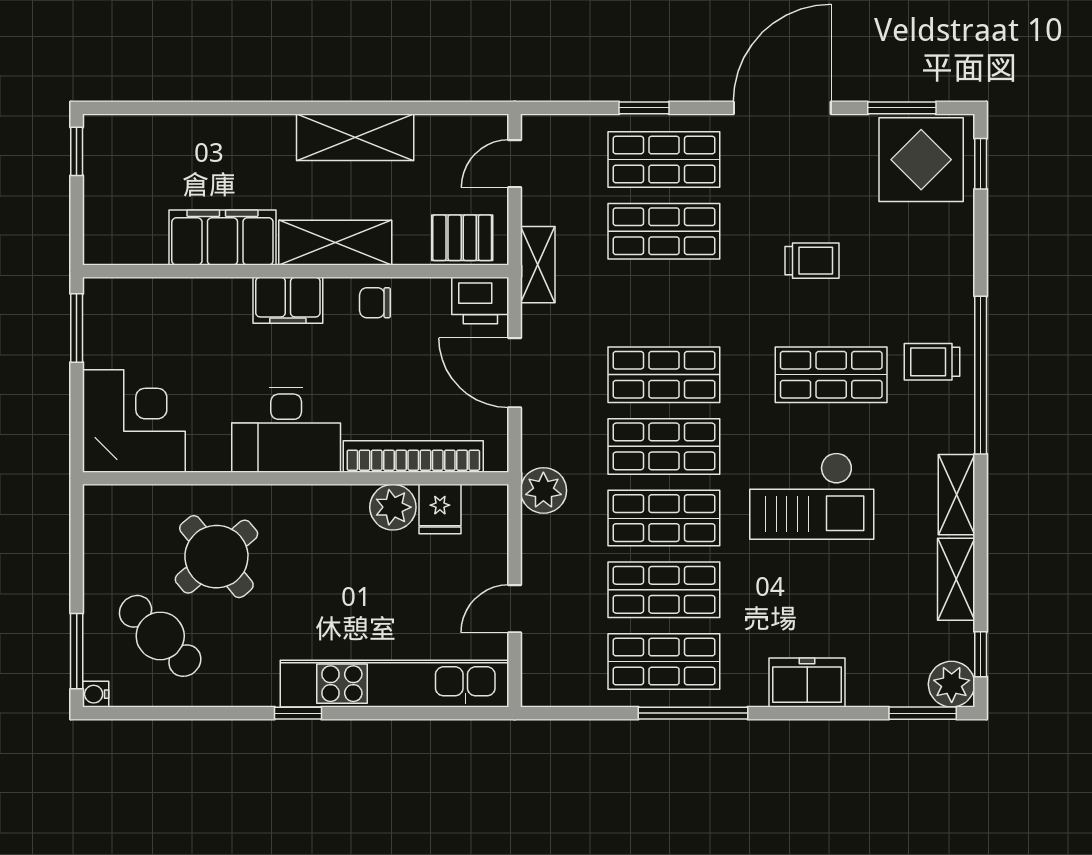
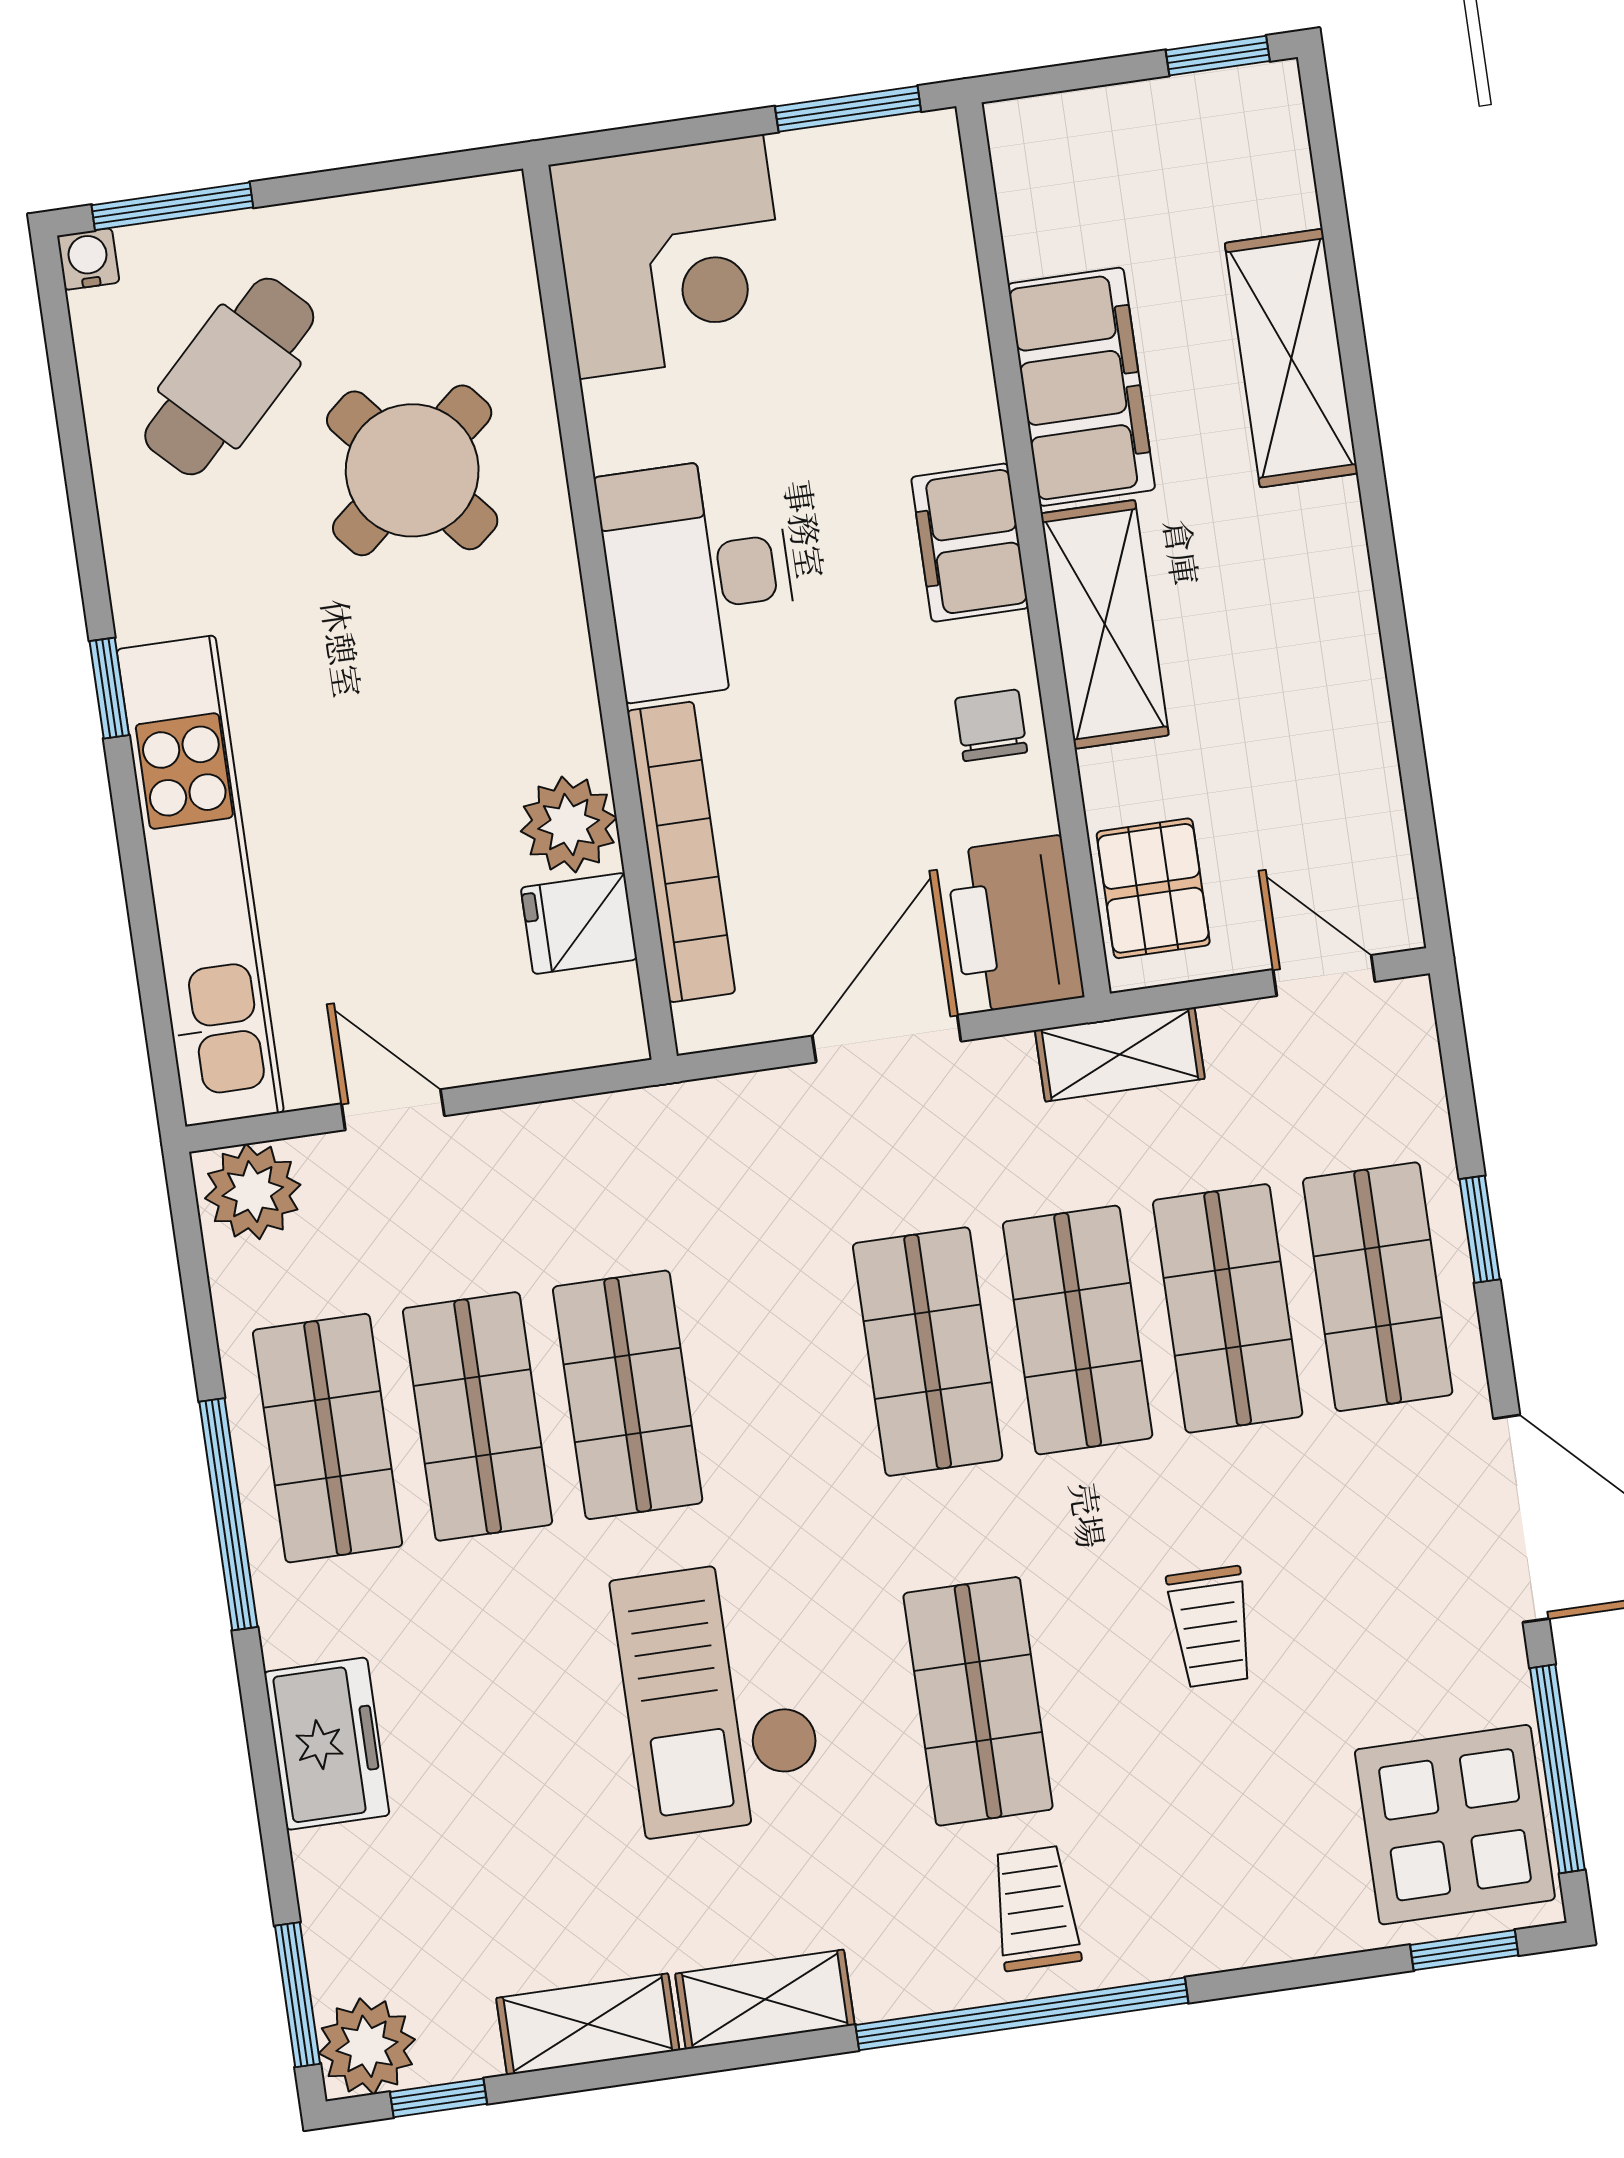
window: (902, 108) -> (1557, 1769), width x1.44
shelving: (355, 137) -> (1291, 358), moved
printer: (480, 301) -> (1015, 924), width x1.37, depth x1.19
shop shelf: (664, 446) -> (1078, 1330), moved
plant: (543, 490) -> (253, 1192), moved

